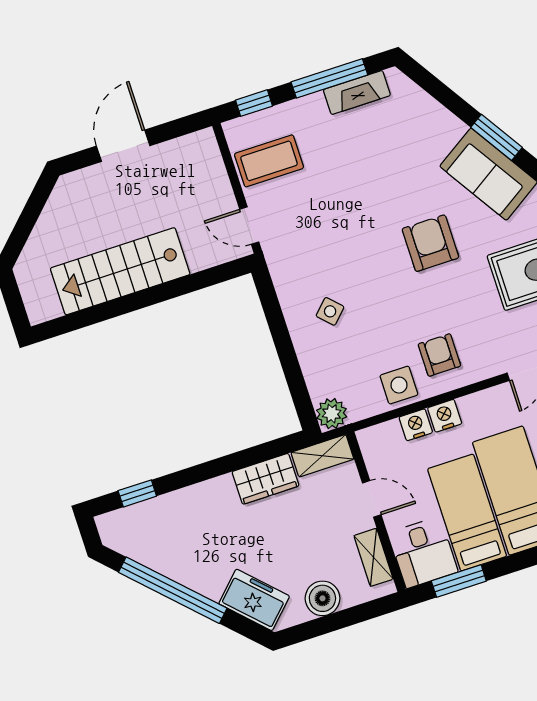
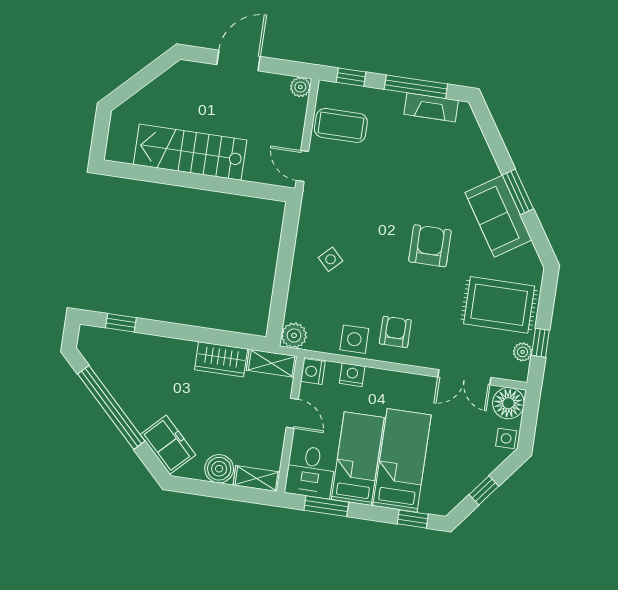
plant: (204, 141) -> (300, 87), added
nightstand: (445, 416) -> (313, 371), moved, turned -90
shelving: (374, 557) -> (257, 479), moved, turned 90

